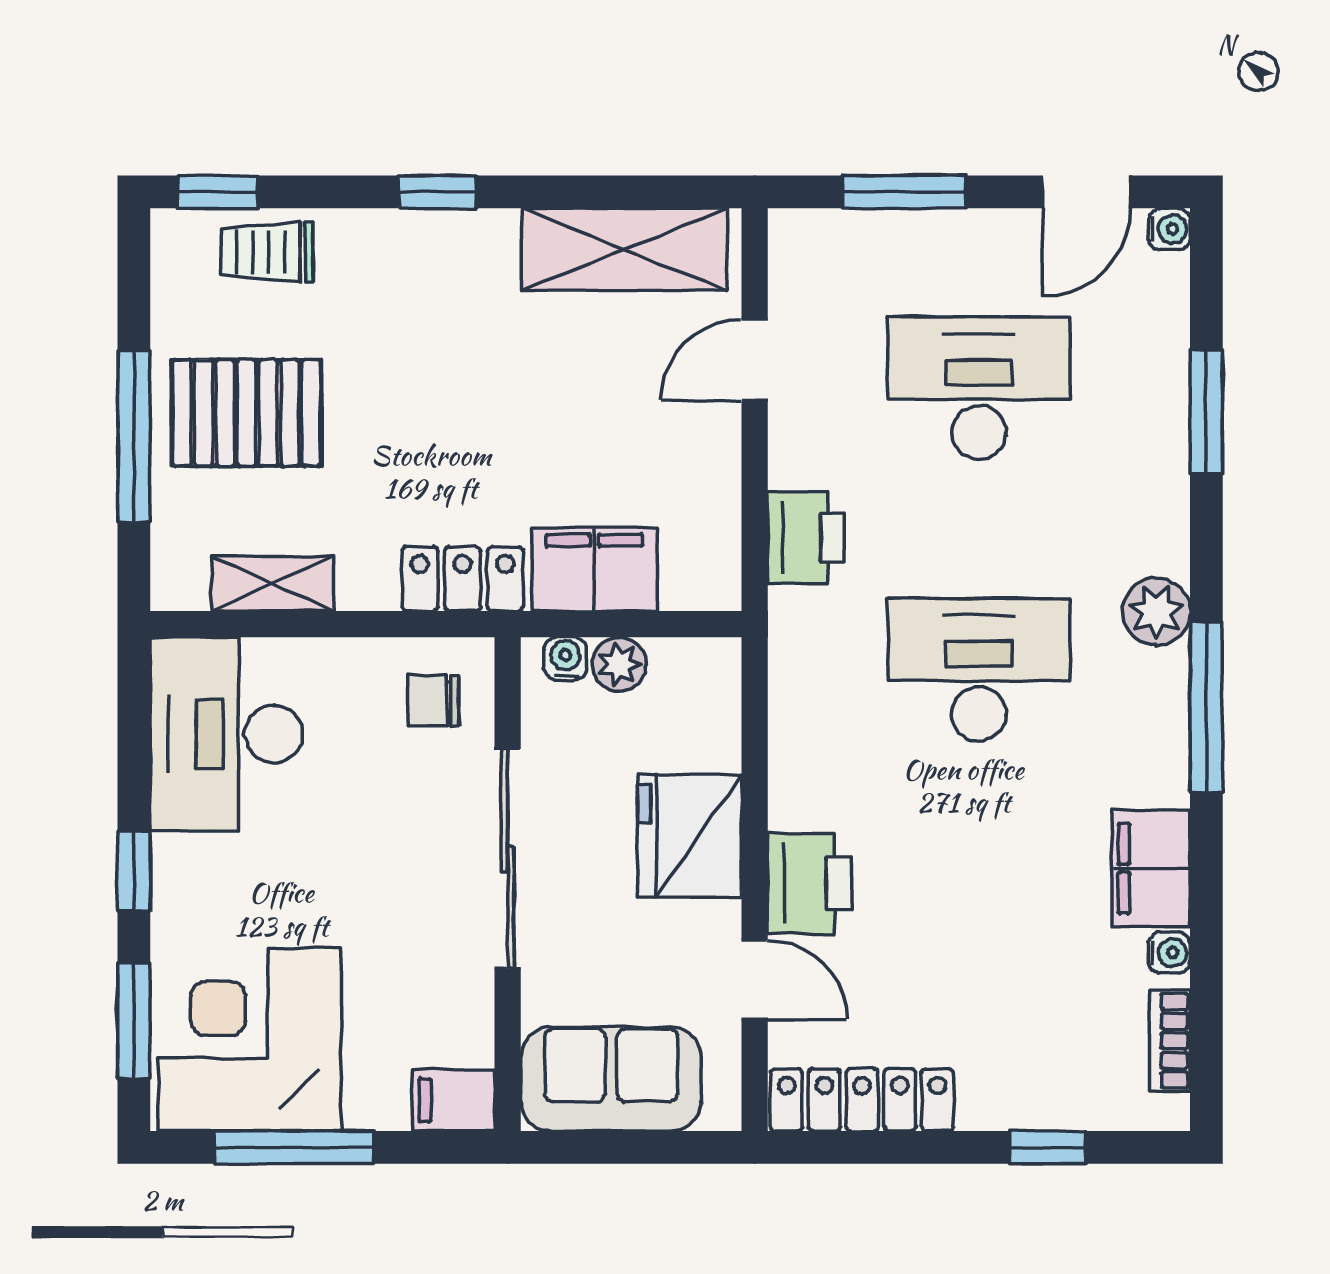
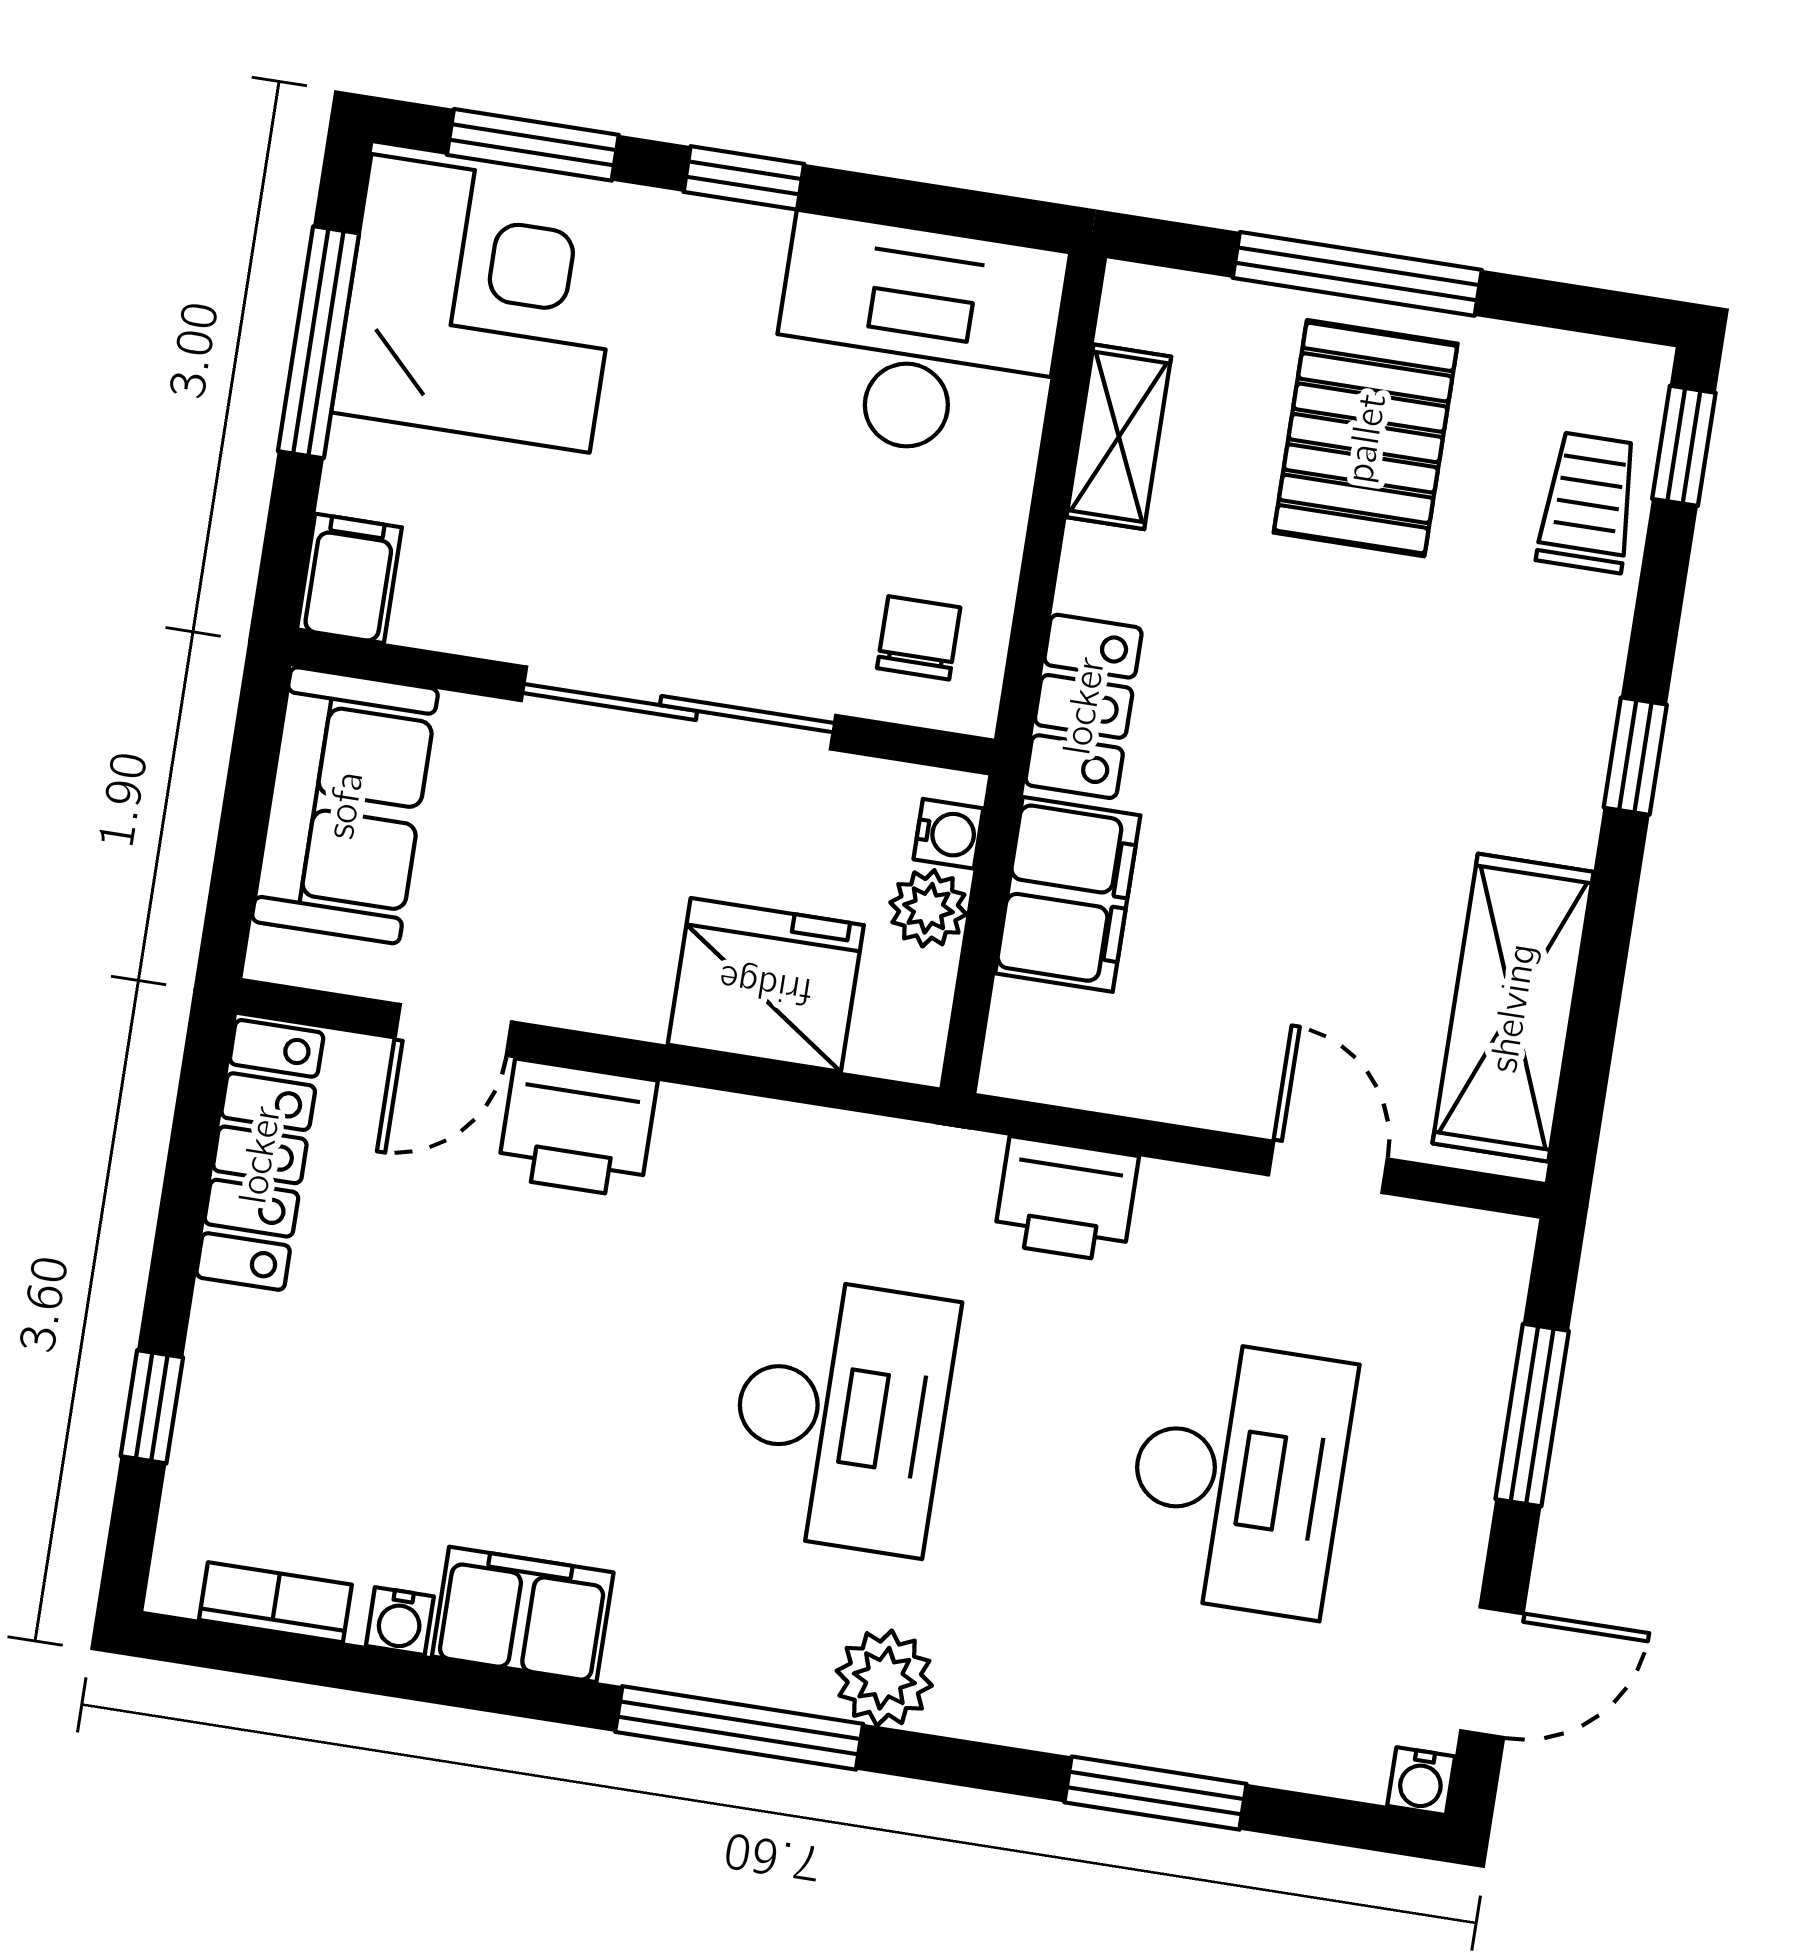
door: (1086, 192) -> (1492, 1672), swing flipped
fridge: (690, 836) -> (766, 985), moved

